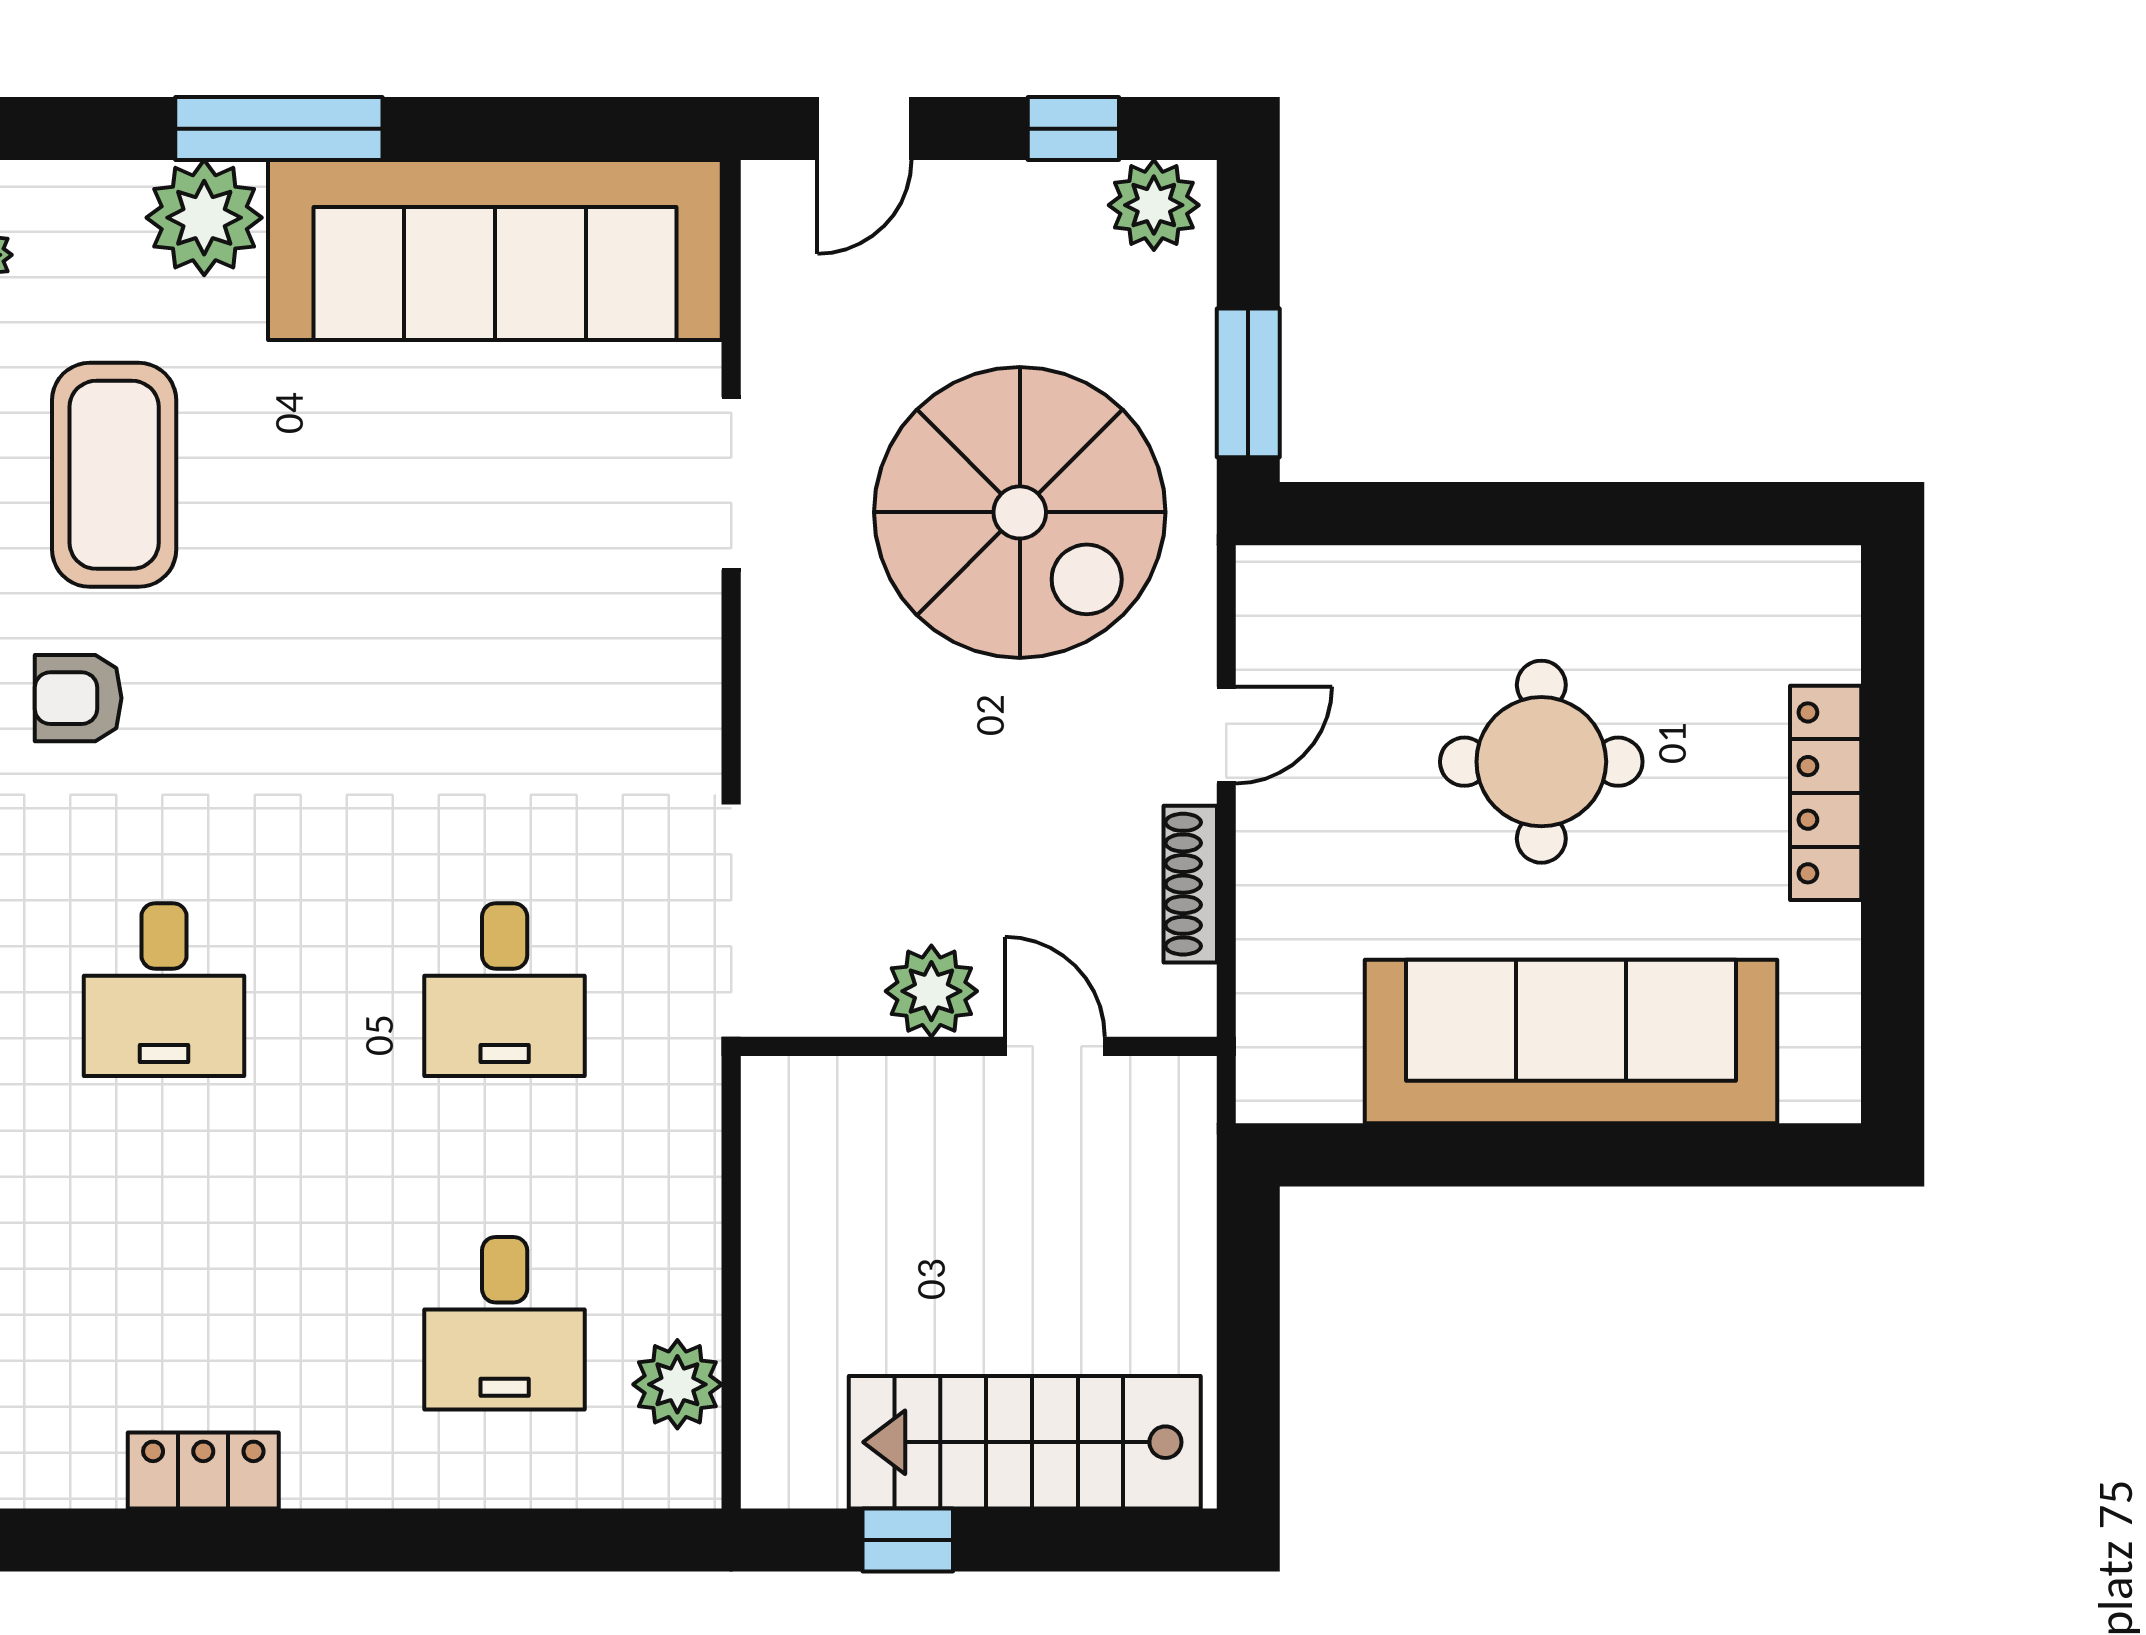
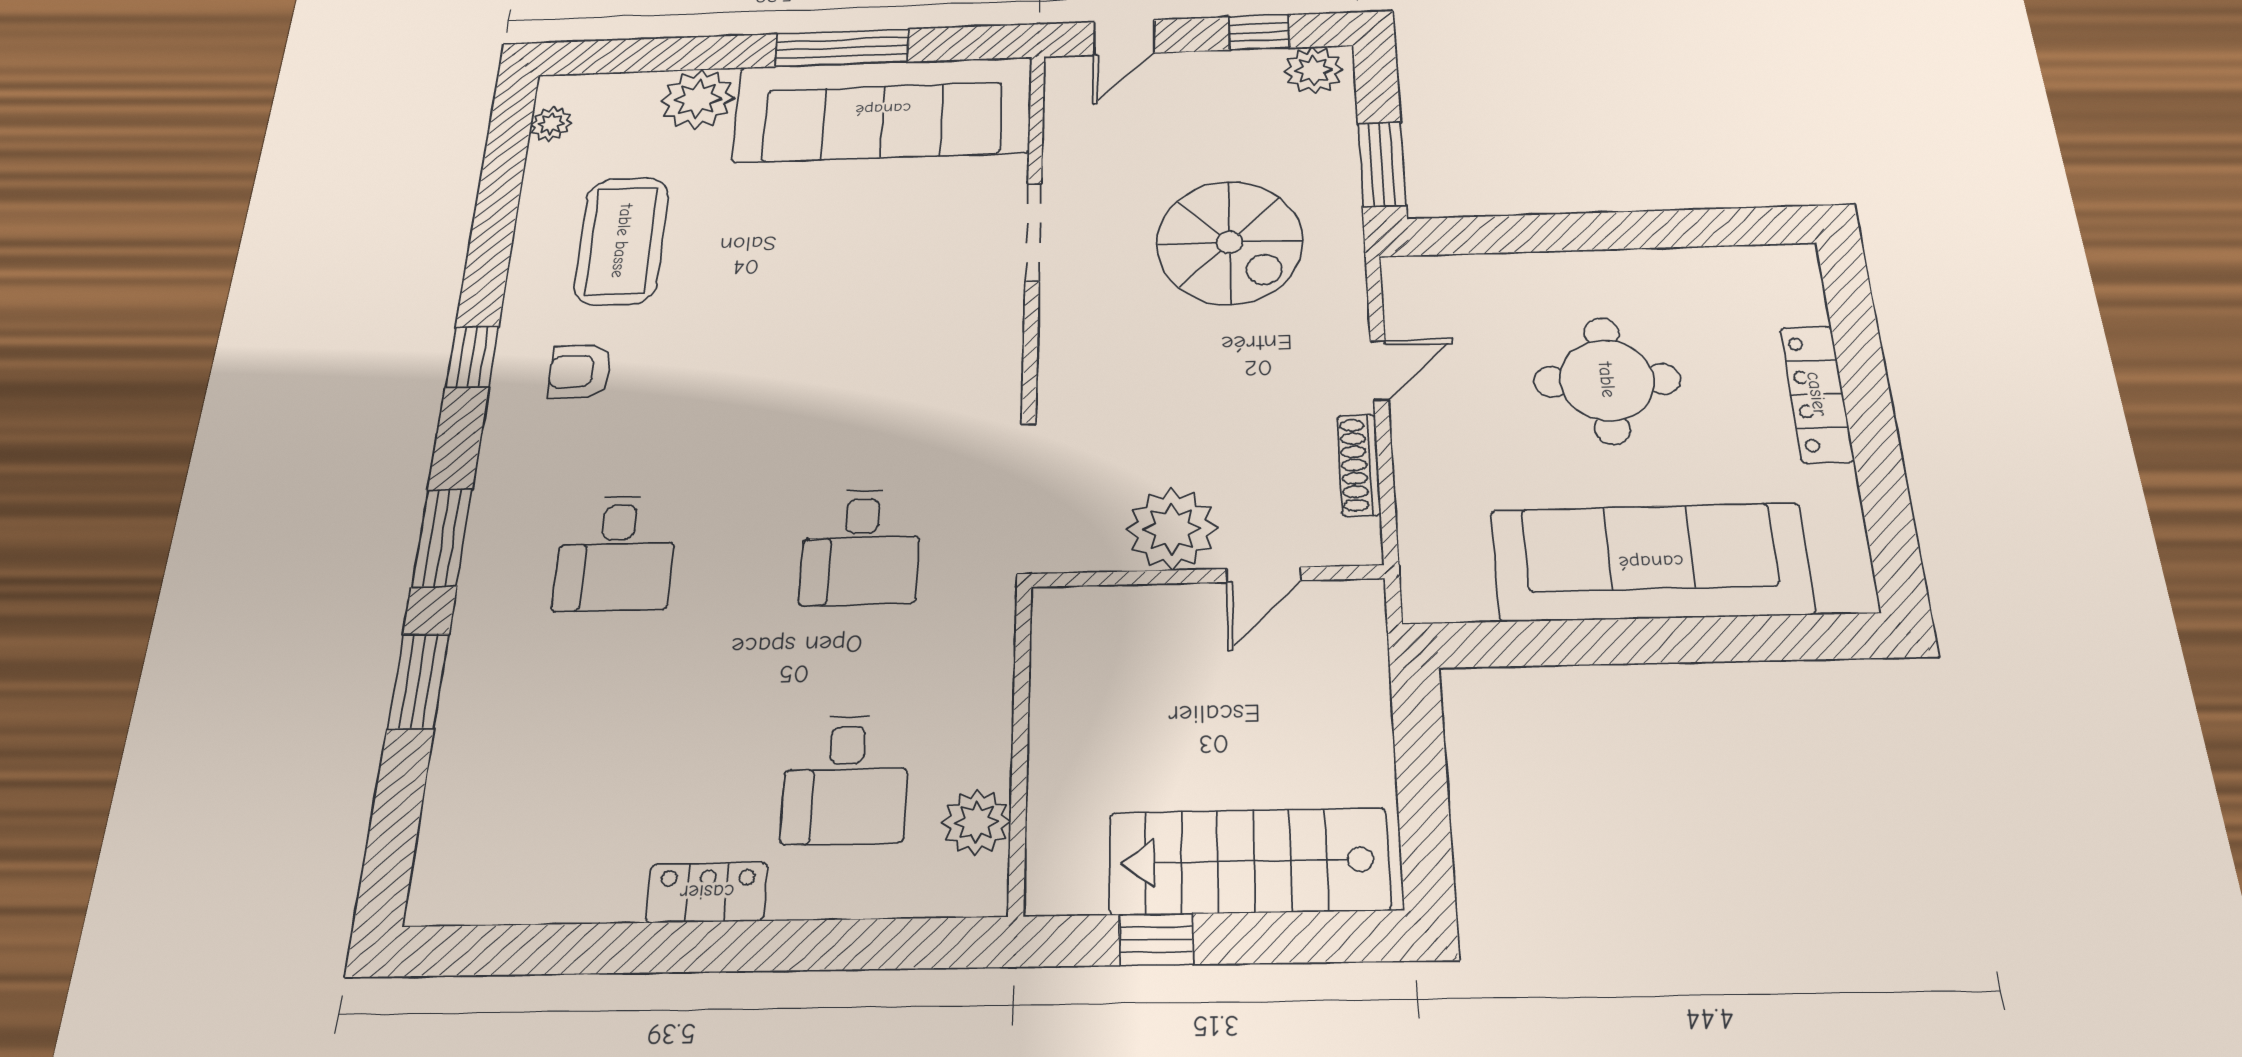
window: (279, 129) -> (842, 48), moved
spiral stairs: (1020, 512) -> (1230, 242), width x0.73, depth x0.73
plant: (931, 991) -> (1172, 529), width x1.36, depth x1.36
door: (1055, 1046) -> (1264, 575), swing flipped
locker: (203, 1470) -> (707, 892), moved

